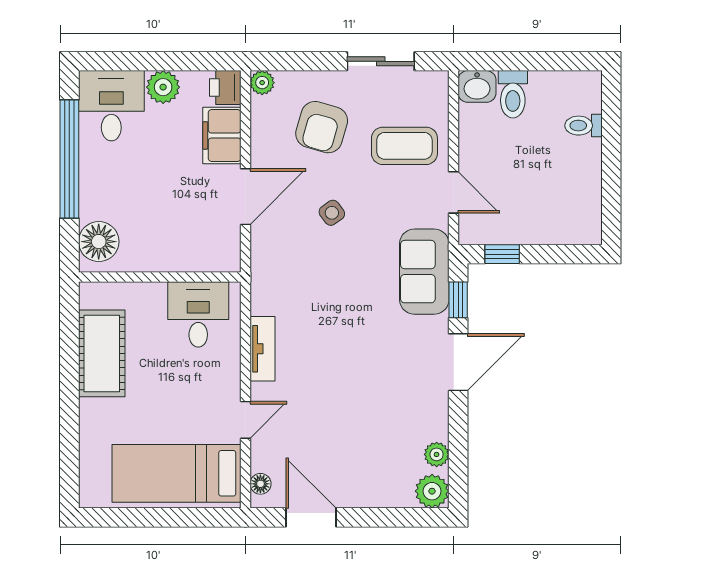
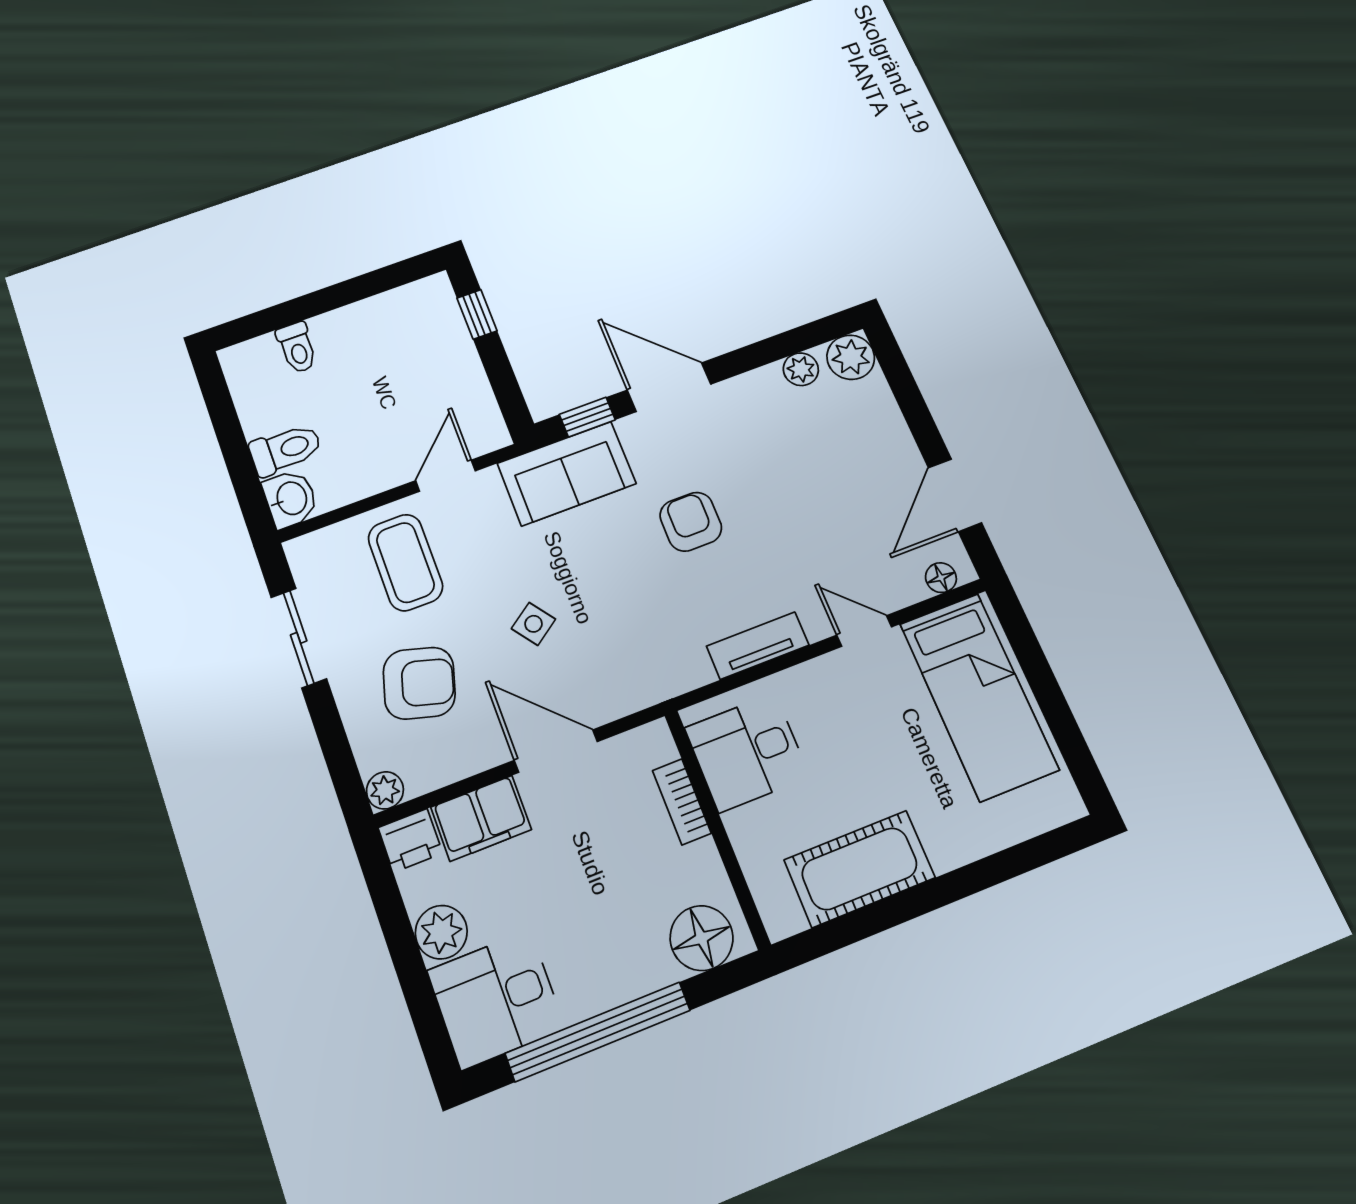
window: (502, 254) -> (477, 314), moved
bookcase: (184, 262) -> (682, 802), added
armchair: (360, 339) -> (691, 522), added

